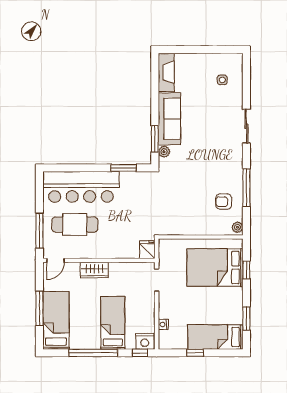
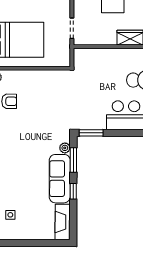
window: (155, 105) -> (73, 191), added
window: (124, 168) -> (91, 133), moved
fridge: (147, 250) -> (80, 57), removed

